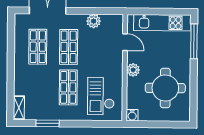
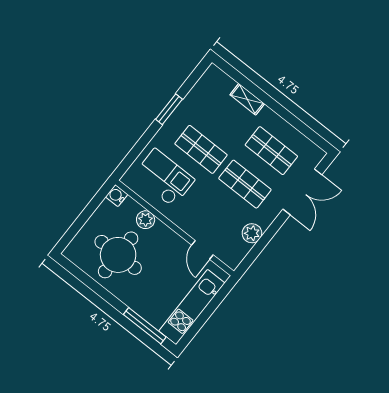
door: (125, 42) -> (202, 250), hinge flipped
plant: (133, 70) -> (146, 220), moved
shelving: (19, 108) -> (247, 99), moved
window: (48, 123) -> (169, 109), moved

